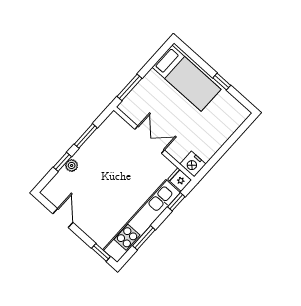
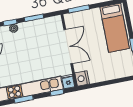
double door: (150, 140) -> (68, 47), width x1.37

